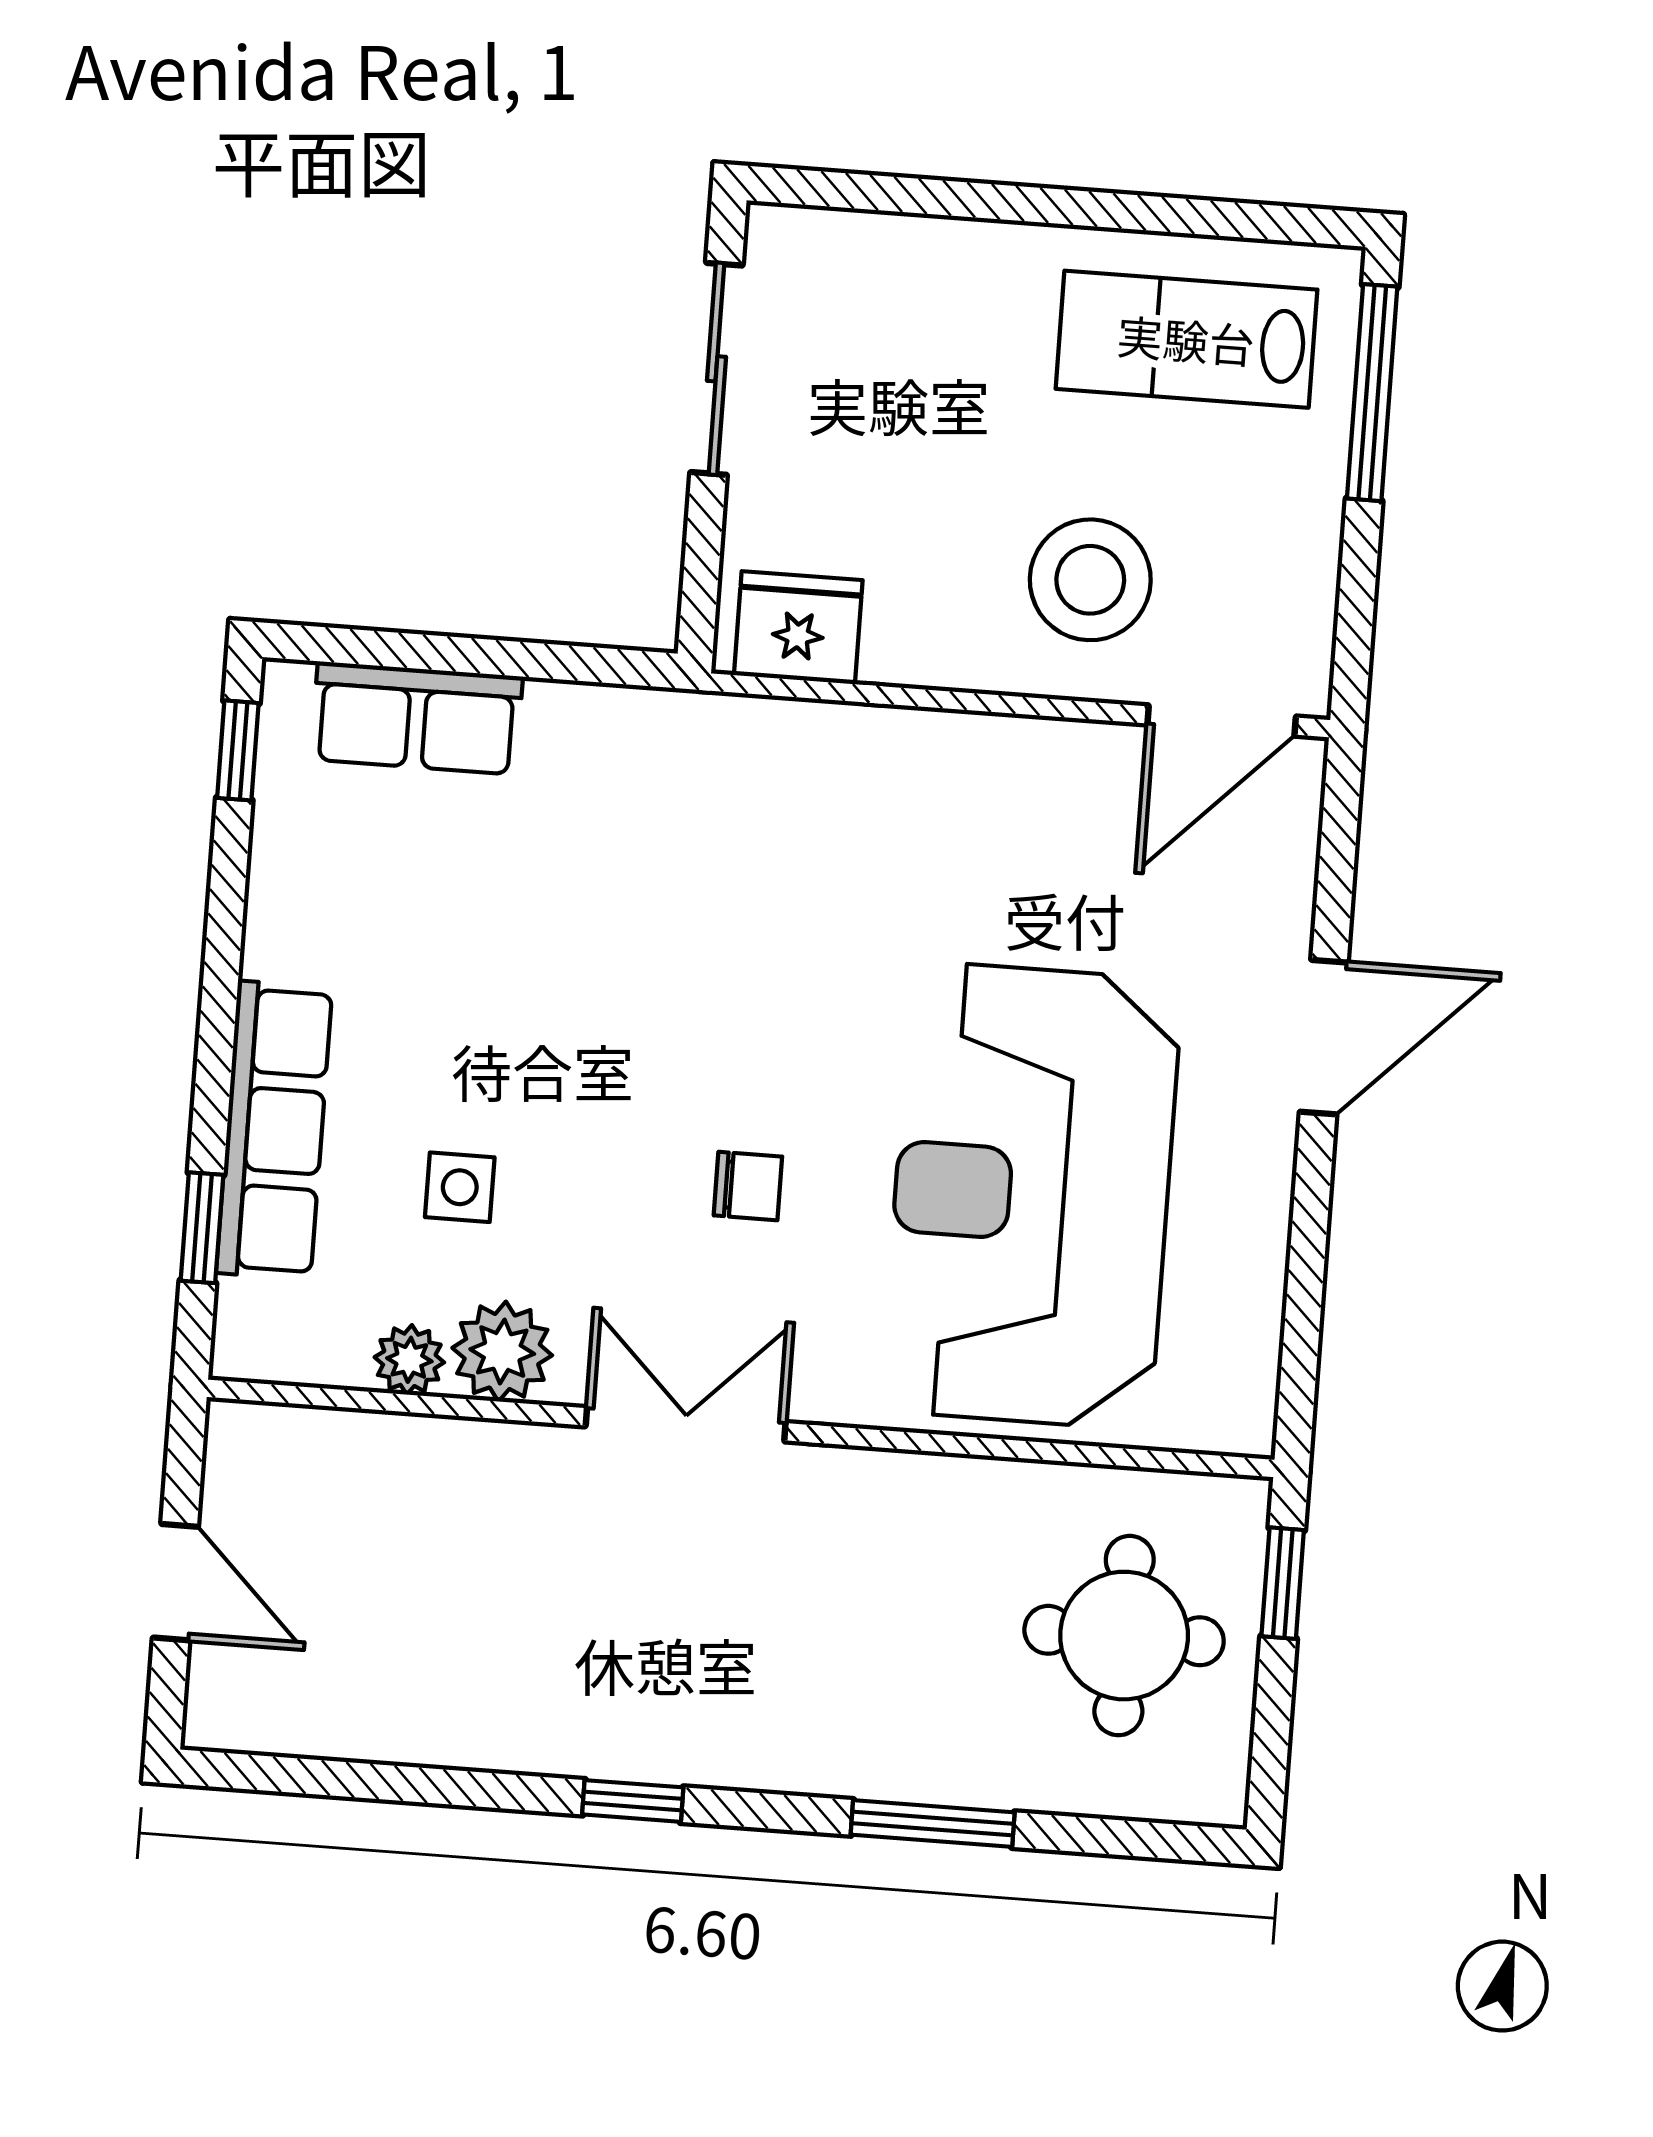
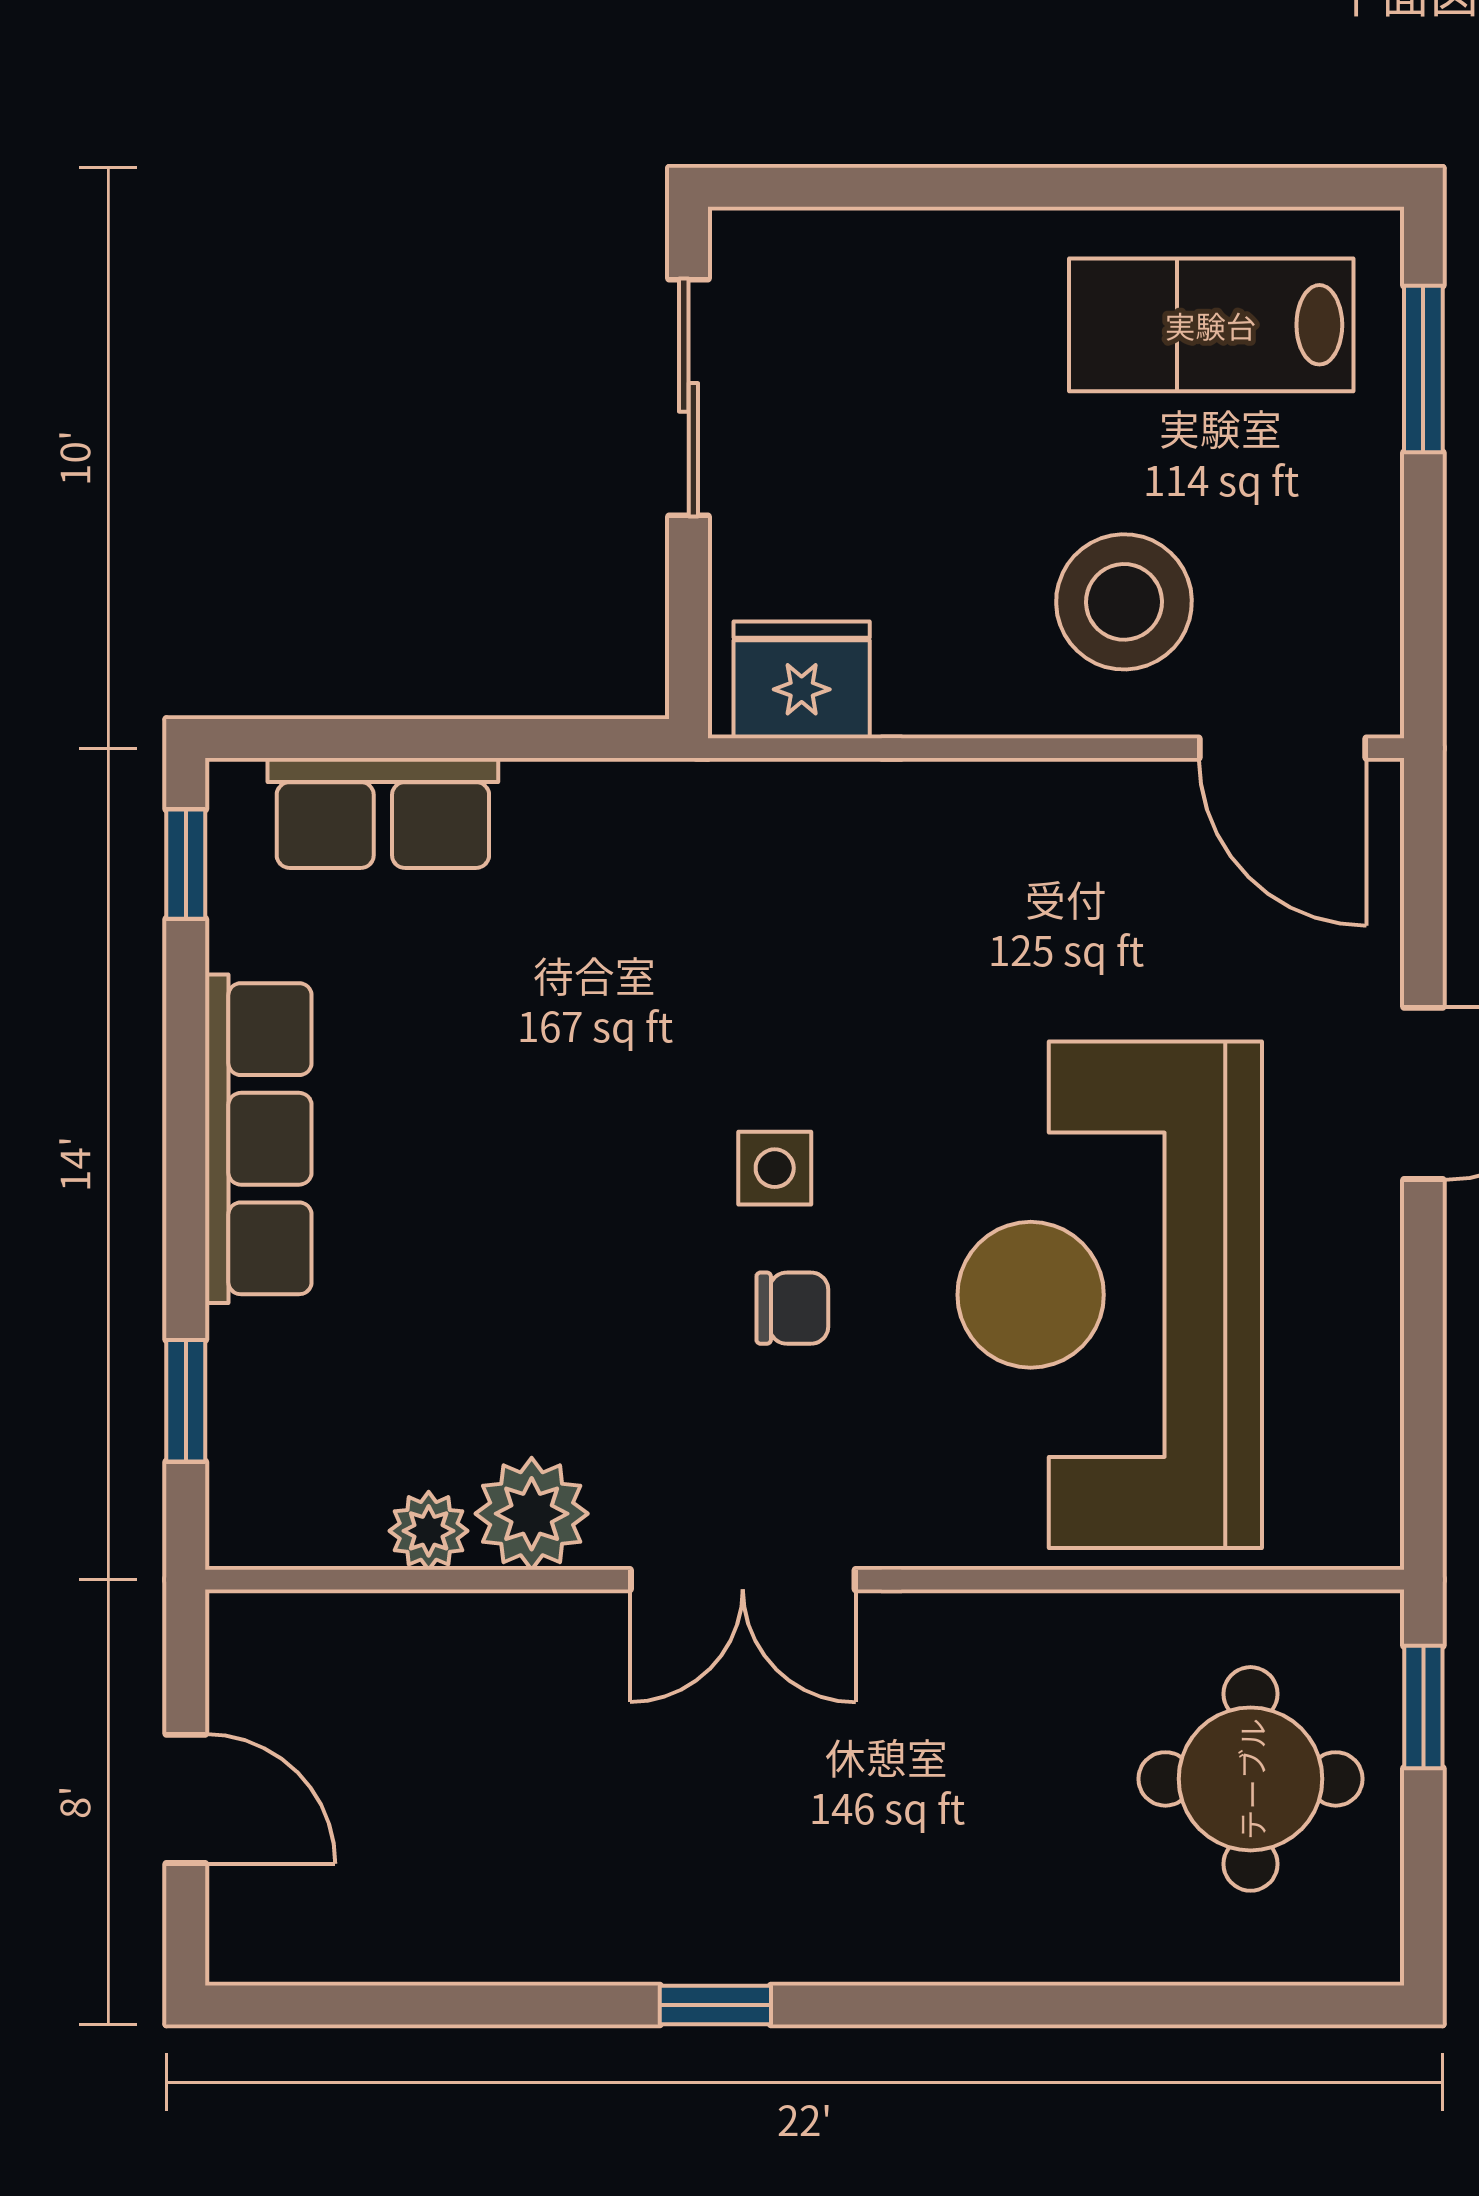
window: (1372, 393) -> (1423, 369), width x0.69
door: (1222, 721) -> (1283, 748), hinge flipped
row of seats: (274, 1130) -> (258, 1139), moved
side table: (460, 1187) -> (775, 1168), moved
double door: (686, 1424) -> (743, 1580), swing flipped
window: (933, 1824) -> (1052, 2005), removed

